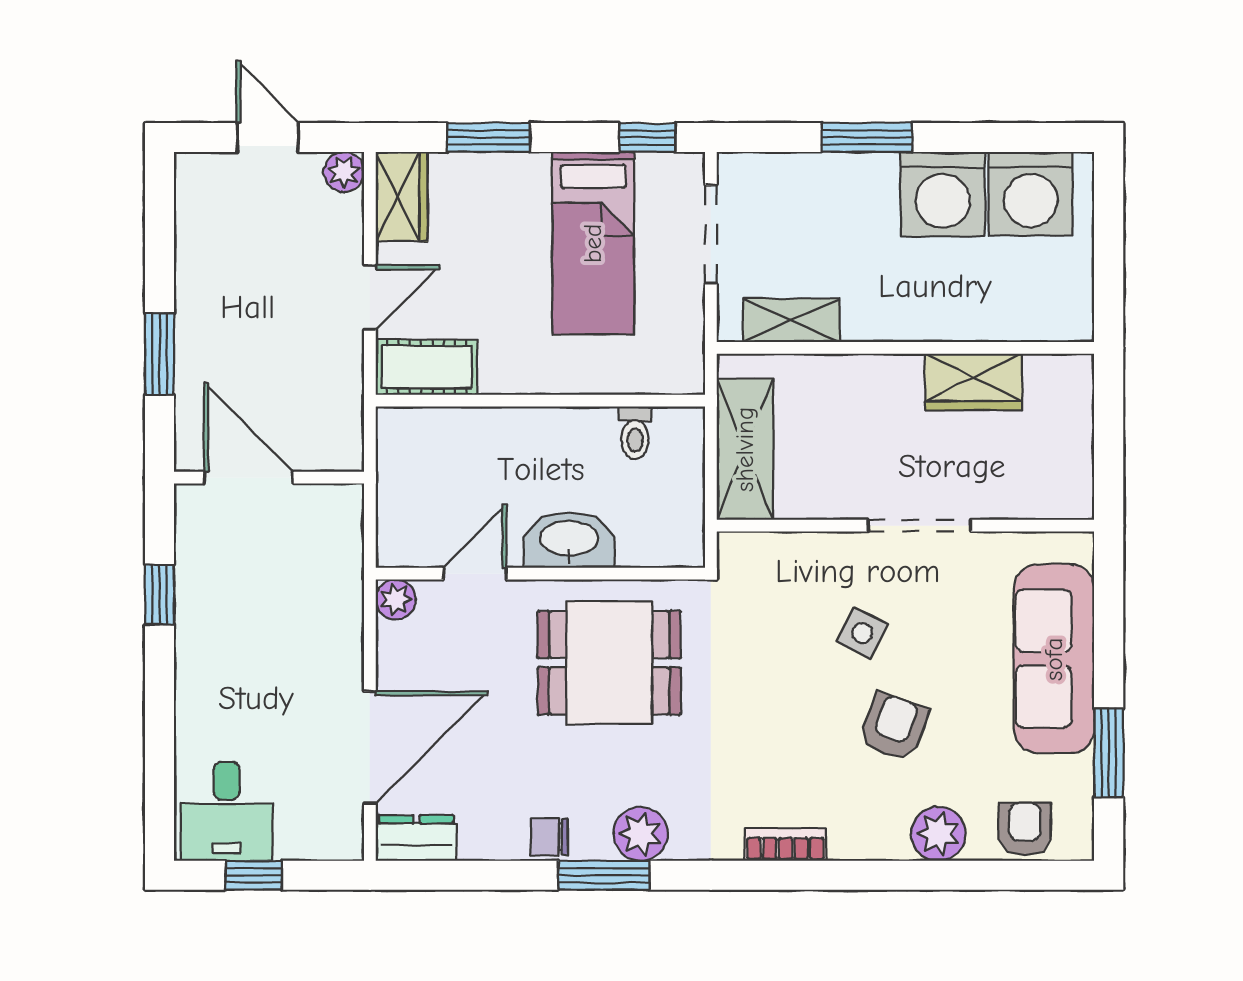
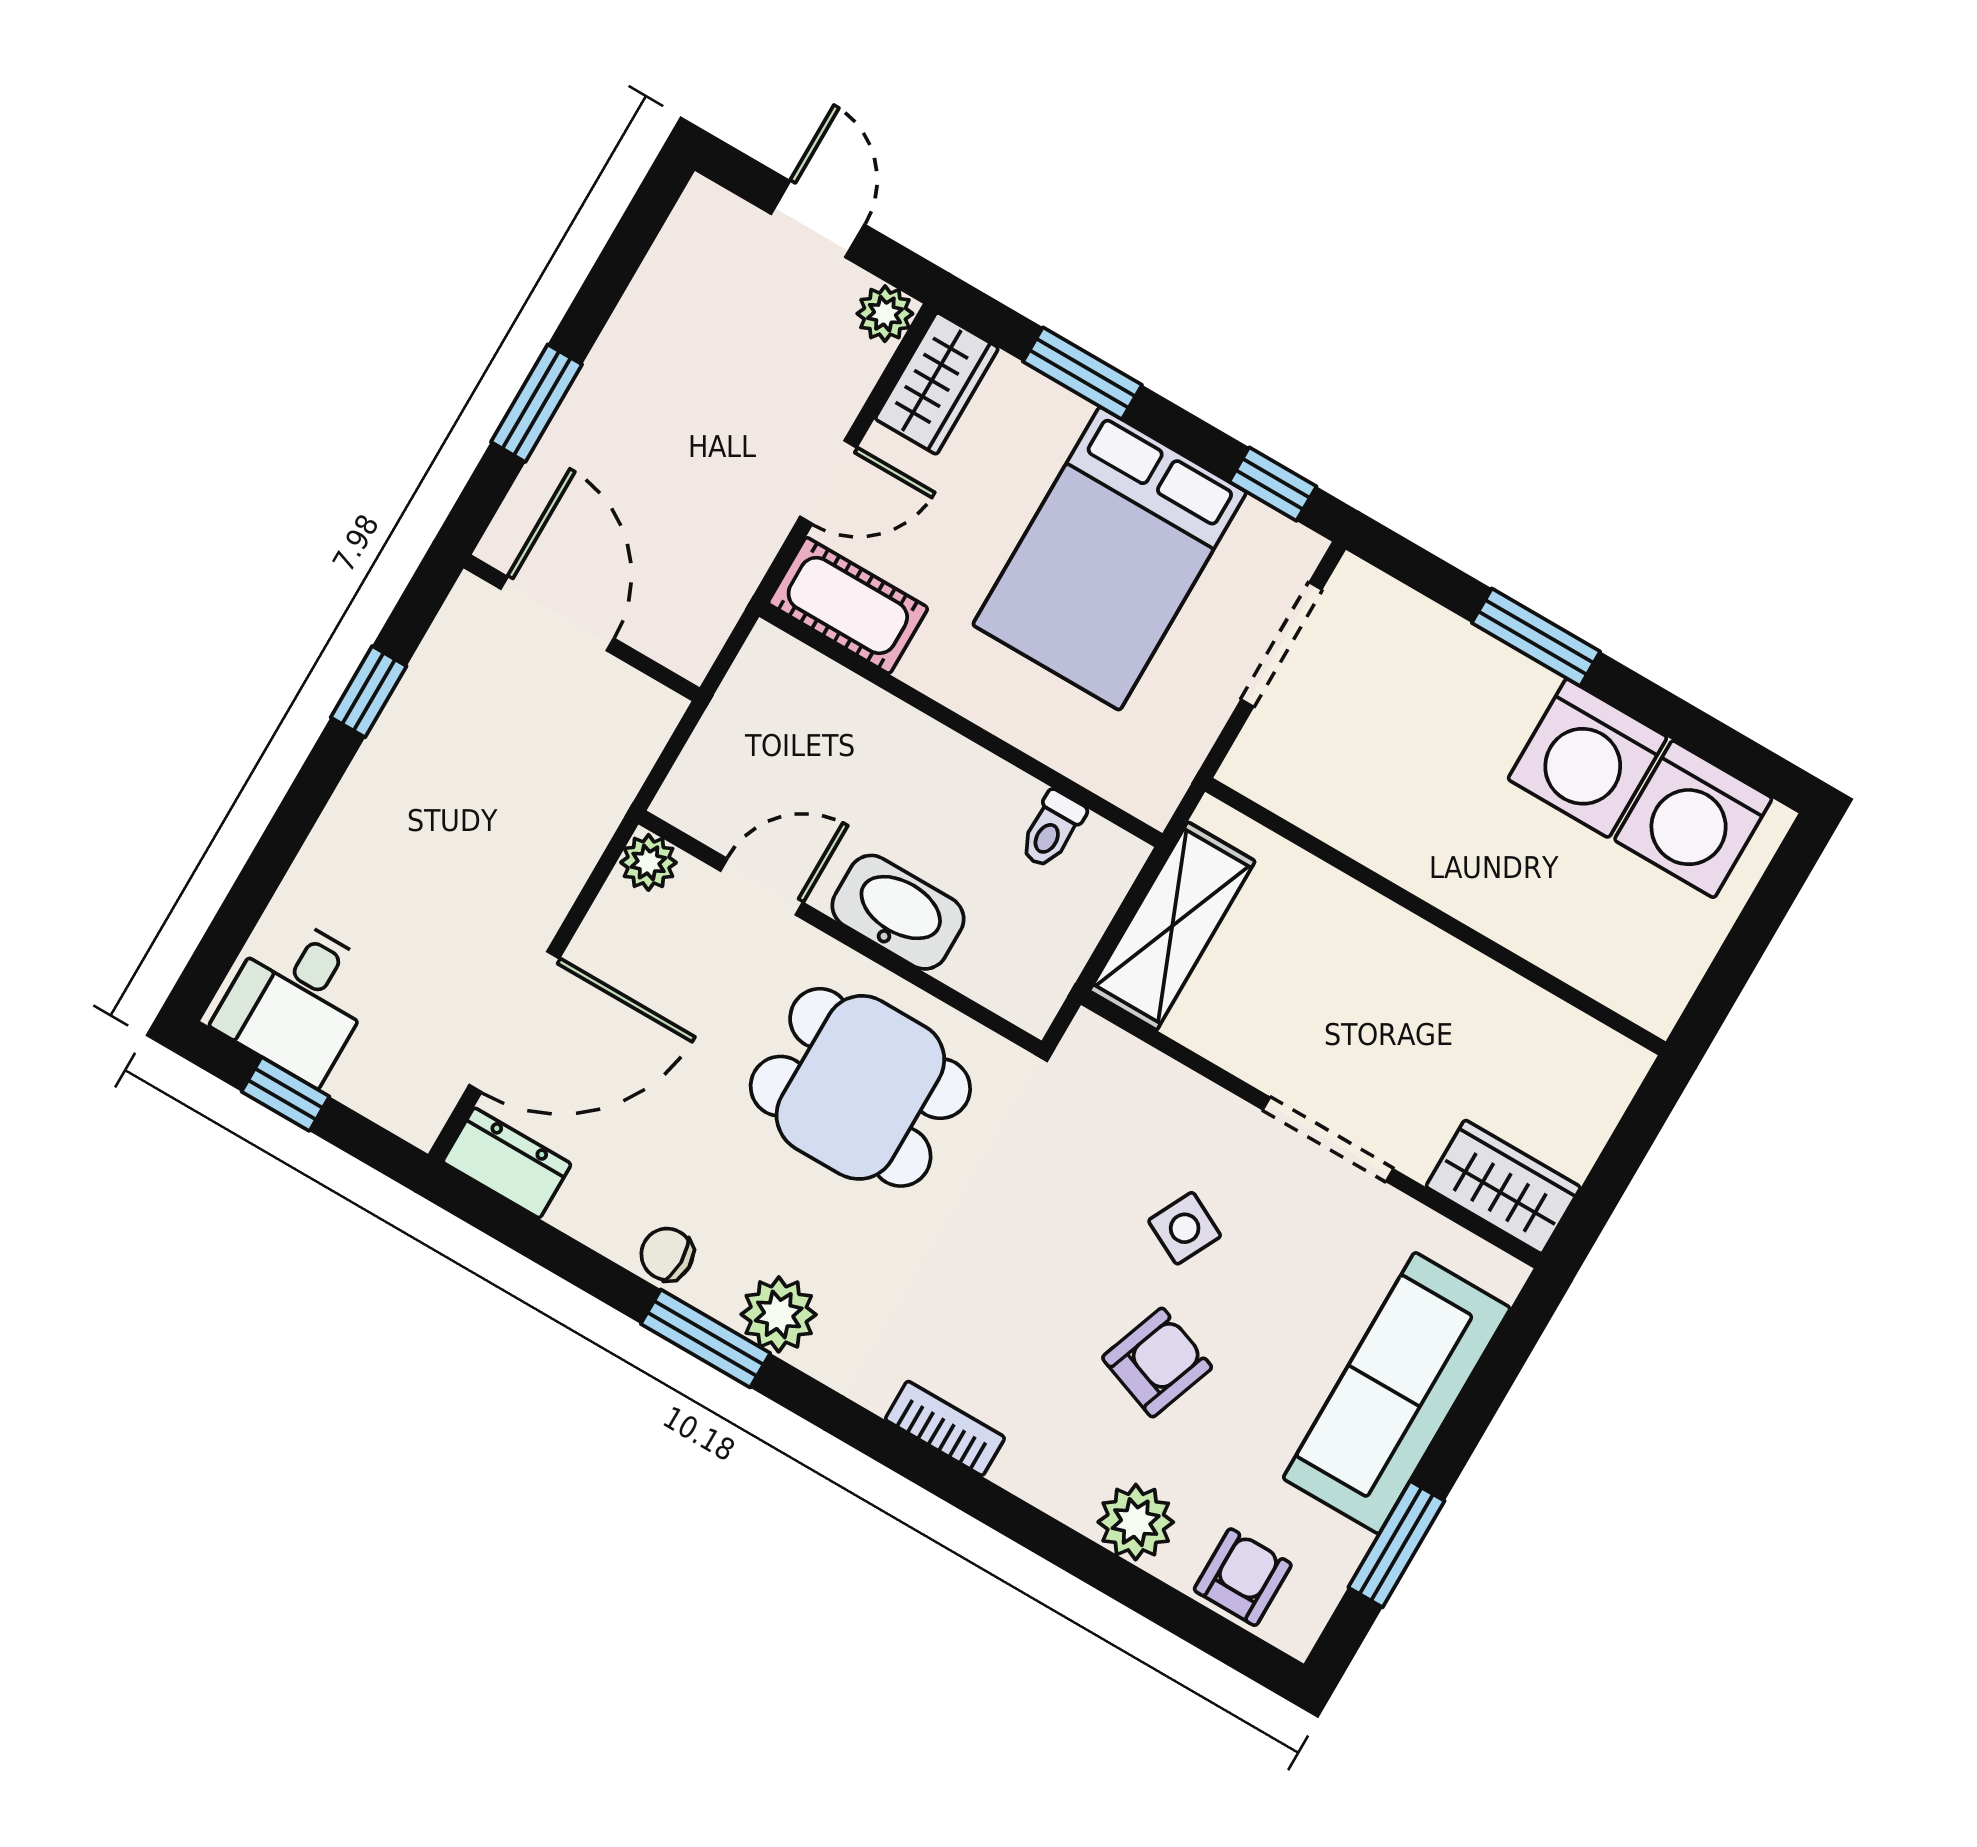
bed: (593, 243) -> (1110, 559), width x1.50
shelving: (791, 320) -> (1318, 804), removed
wardrobe: (974, 382) -> (1503, 1187), moved, turned 180

